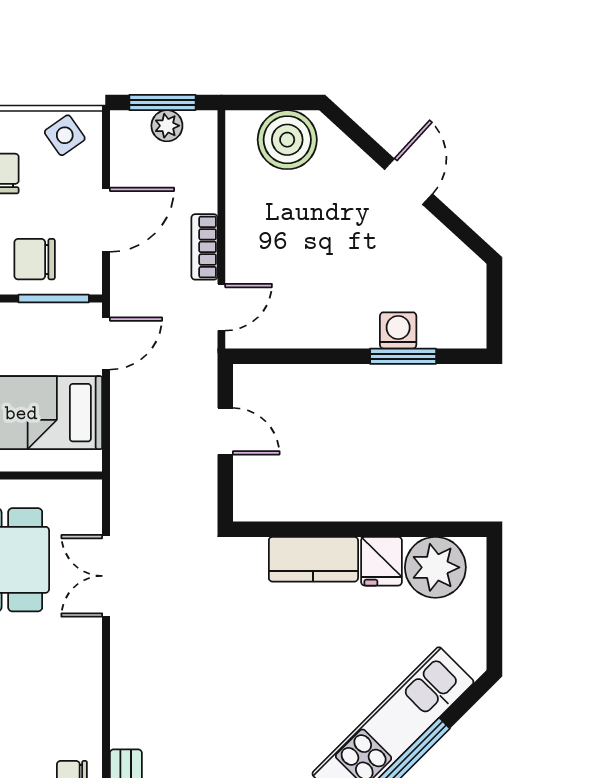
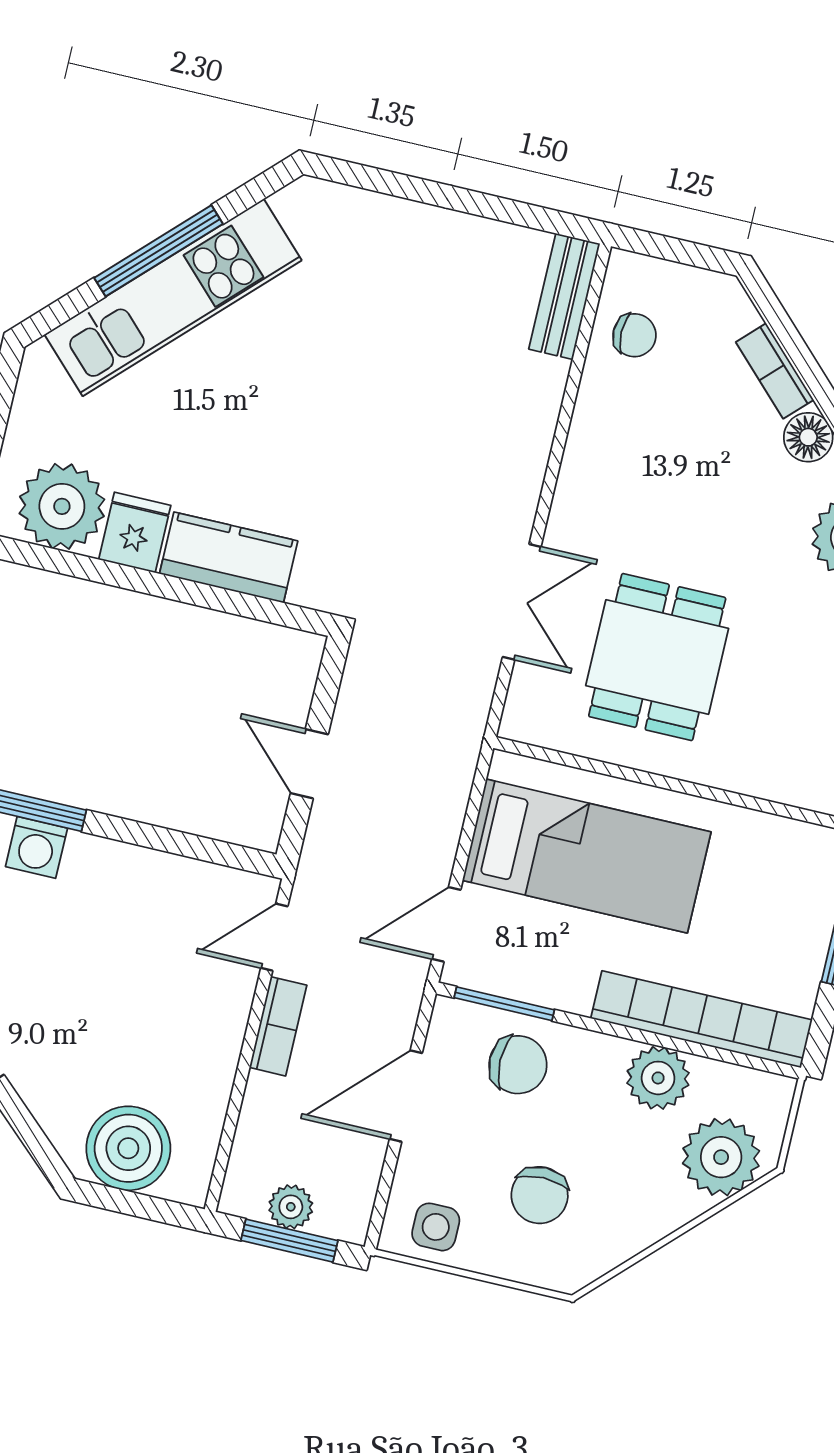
side table: (65, 135) -> (436, 1227), turned 35

